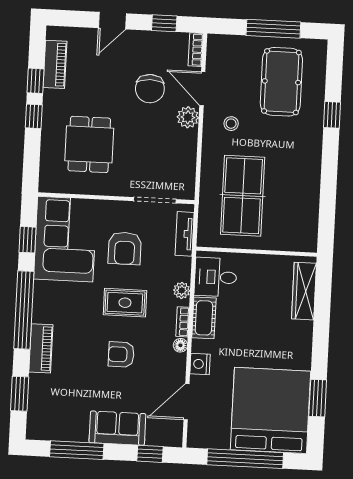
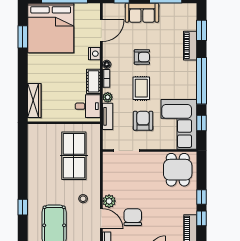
dining table: (89, 144) -> (178, 170), moved
tv unit: (185, 234) -> (108, 116), moved
rug: (125, 303) -> (141, 88), turned 90
piano: (41, 348) -> (190, 46), moved

